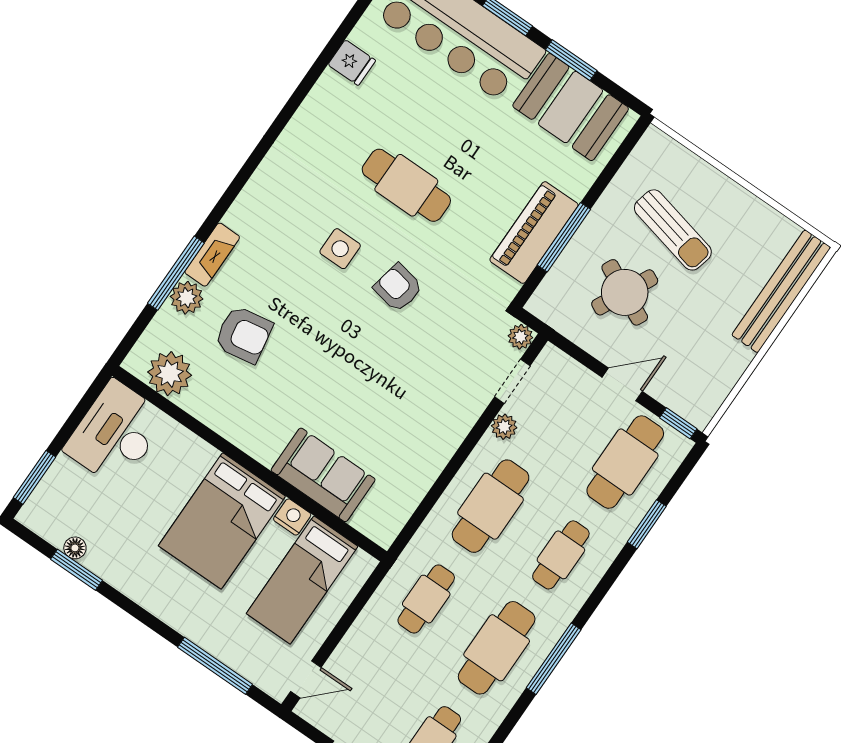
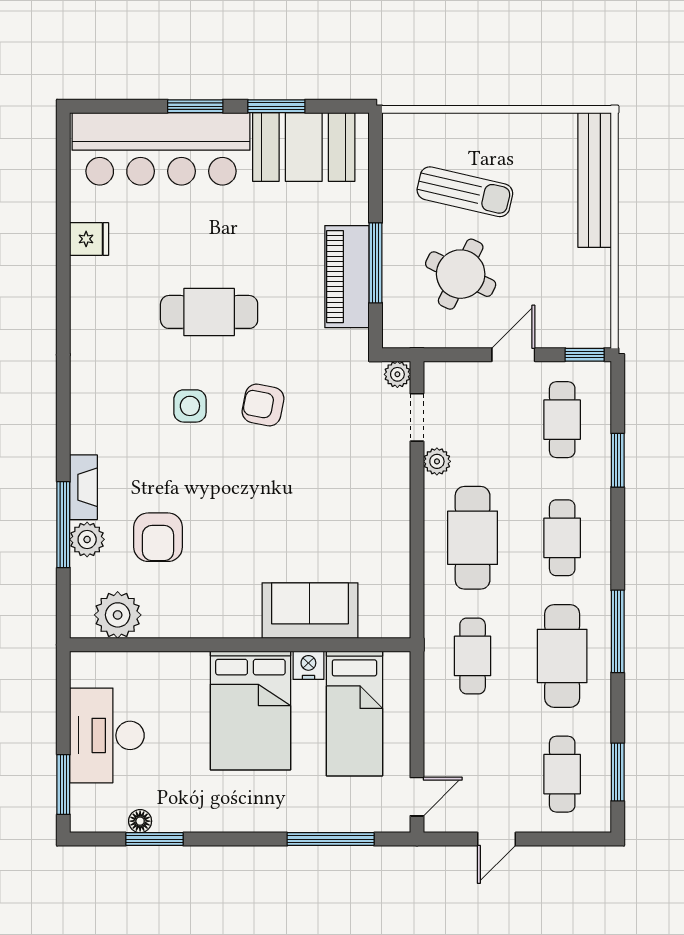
armchair: (244, 334) -> (158, 537), turned 100
desk: (116, 433) -> (107, 735), moved
cafe table: (625, 462) -> (562, 420), width x0.73, depth x0.74

